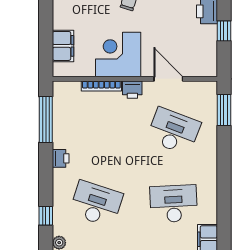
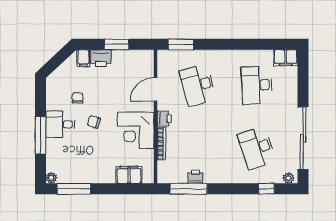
window: (224, 31) -> (117, 44), width x1.50
desk: (174, 131) -> (198, 85), turned -36
printer: (61, 158) -> (195, 177), moved
desk: (96, 204) -> (257, 148), turned -36

